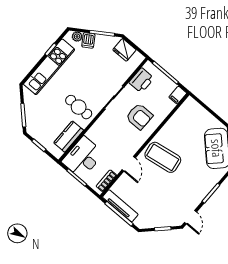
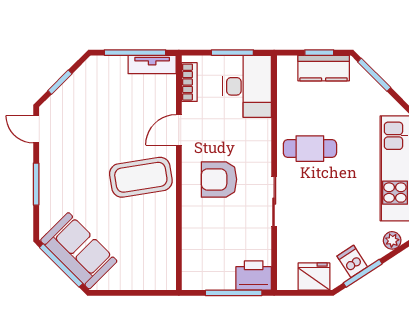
dishwasher: (88, 40) -> (352, 261), moved
printer: (141, 80) -> (254, 276), moved, turned 90
filing cabinet: (178, 95) -> (192, 277), removed
armchair: (139, 116) -> (219, 179), moved
kitchen counter: (69, 137) -> (324, 68), moved, turned 90
door: (129, 164) -> (179, 130), hinge flipped
tv unit: (120, 206) -> (152, 64), width x0.71

